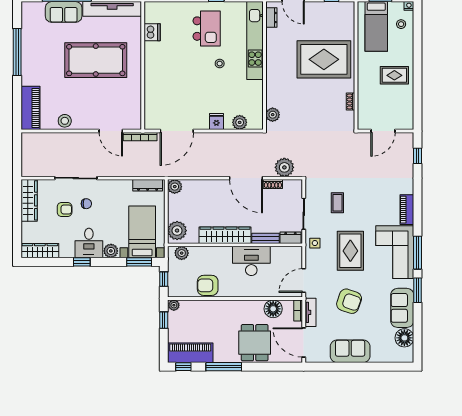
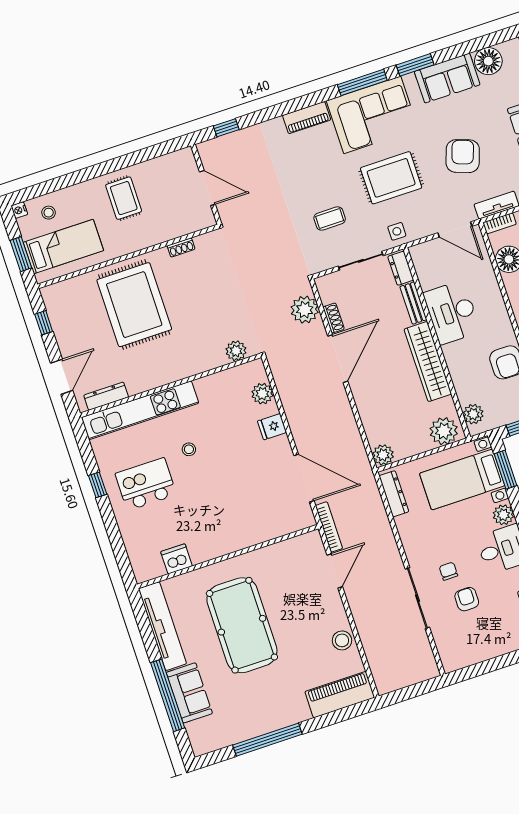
dresser: (271, 18) -> (106, 396), width x1.44
wardrobe: (29, 200) -> (471, 653), removed

